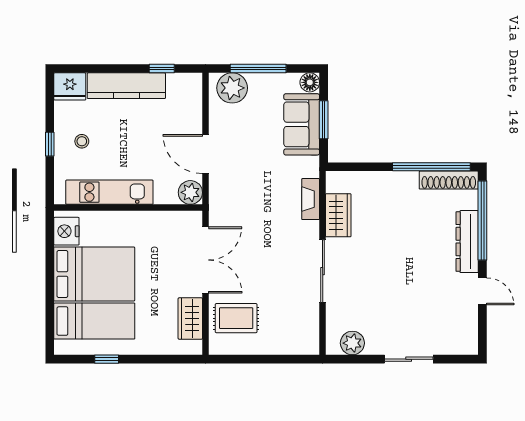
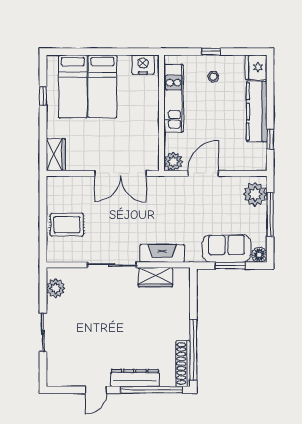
fireplace: (311, 199) -> (162, 253), width x1.37, depth x1.32
bed: (94, 274) -> (102, 86), width x0.67
wardrobe: (190, 318) -> (56, 155), moved, turned 90
rug: (236, 318) -> (67, 225), moved, turned 90

